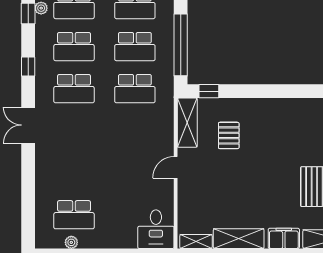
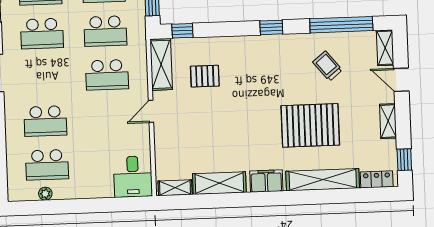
window: (294, 91) -> (271, 27), added
school desk: (135, 131) -> (107, 75), added
pallet: (229, 135) -> (205, 76), turned 90
school desk: (74, 173) -> (45, 121), added

